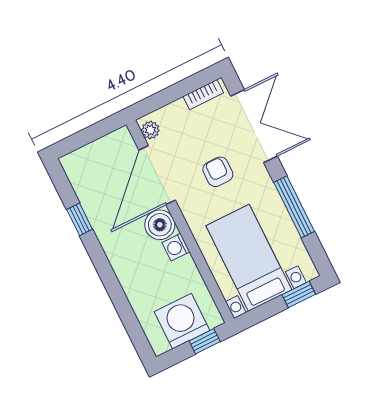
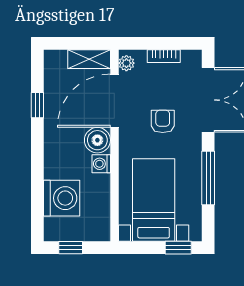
bookcase: (203, 95) -> (164, 56), moved
shelving: (110, 145) -> (89, 59), added
washing machine: (182, 321) -> (62, 198), moved, turned 90
window: (205, 341) -> (71, 248), moved

